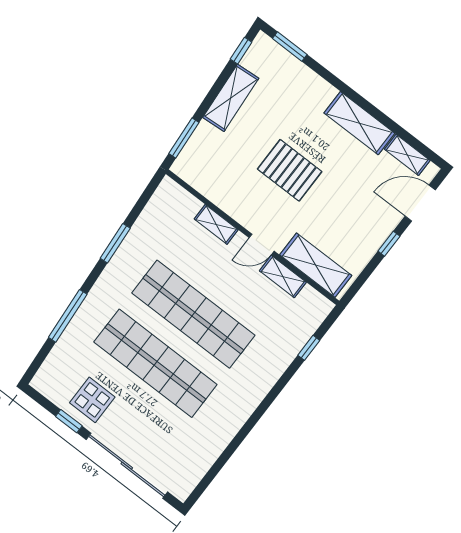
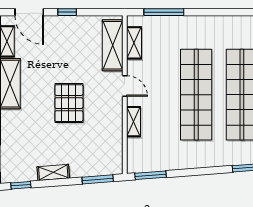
shelving: (231, 98) -> (53, 172), width x0.67, depth x0.75
window: (115, 243) -> (151, 175), moved
shelving: (283, 277) -> (134, 43), moved
window: (309, 348) -> (164, 12), width x2.17

